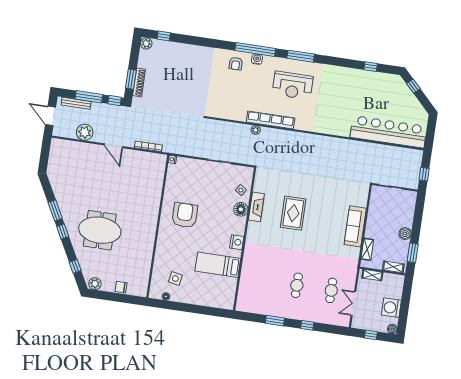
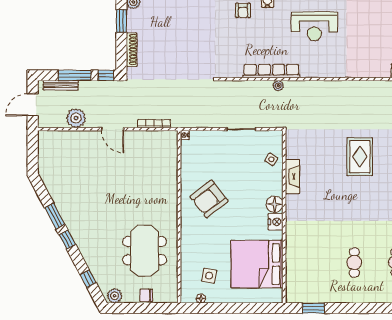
window: (131, 79) -> (121, 21), moved
door: (50, 116) -> (33, 105), hinge flipped
row of seats: (271, 120) -> (271, 71), moved
floor lamp: (241, 209) -> (275, 204), moved
rug: (293, 213) -> (360, 157), moved
armchair: (185, 215) -> (209, 199), turned -128
meeting table: (100, 230) -> (145, 251), moved, turned 90
bed: (218, 265) -> (257, 264), width x2.04
window: (275, 321) -> (313, 308), moved
window: (307, 325) -> (373, 308), removed

